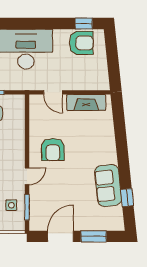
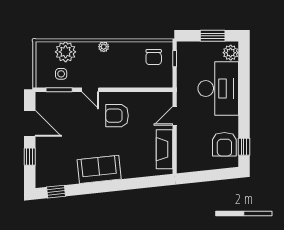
sofa: (108, 185) -> (99, 169), moved
window: (127, 198) -> (56, 192), moved
window: (94, 236) -> (30, 157), width x0.67

